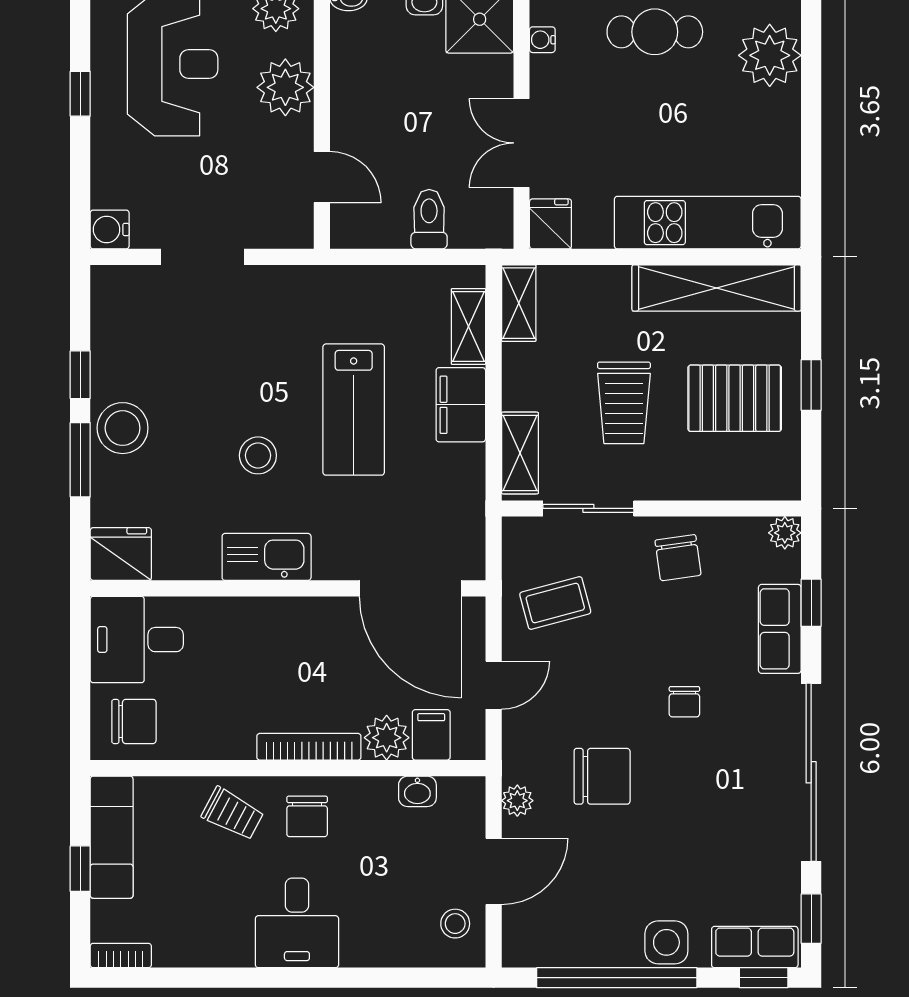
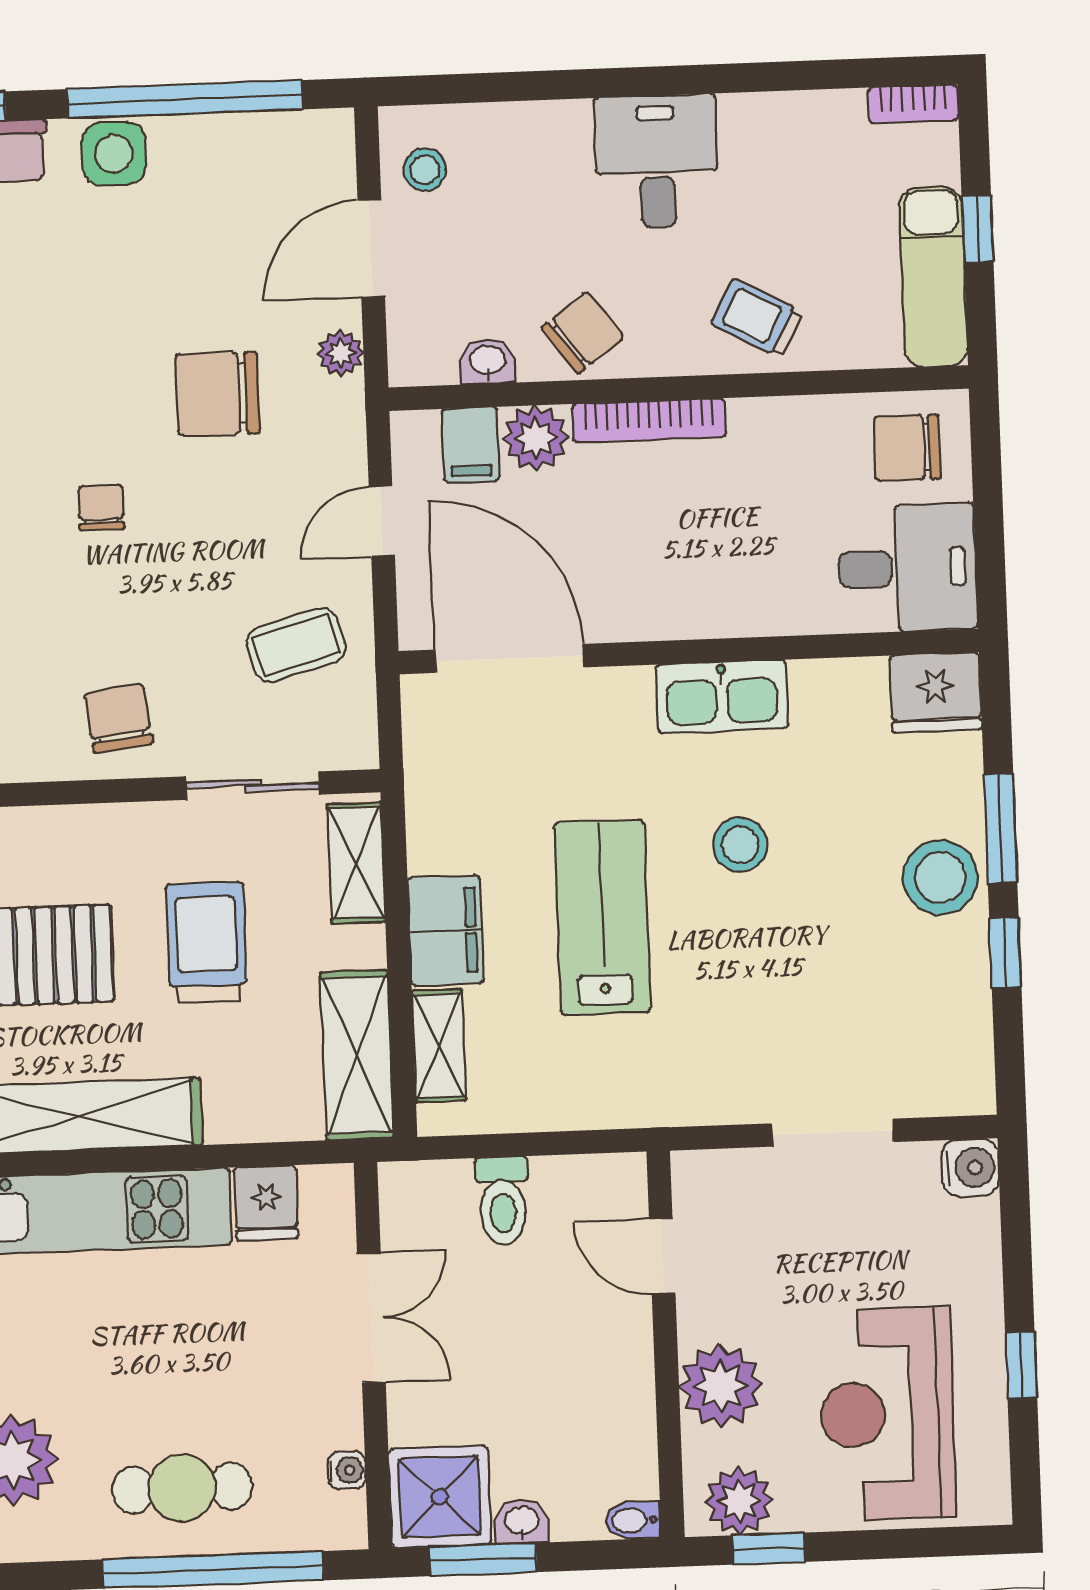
fridge: (550, 224) -> (266, 1203), moved
shelving: (519, 303) -> (357, 1055), width x1.50, depth x1.33
chair: (307, 816) -> (582, 332), moved, turned 53

